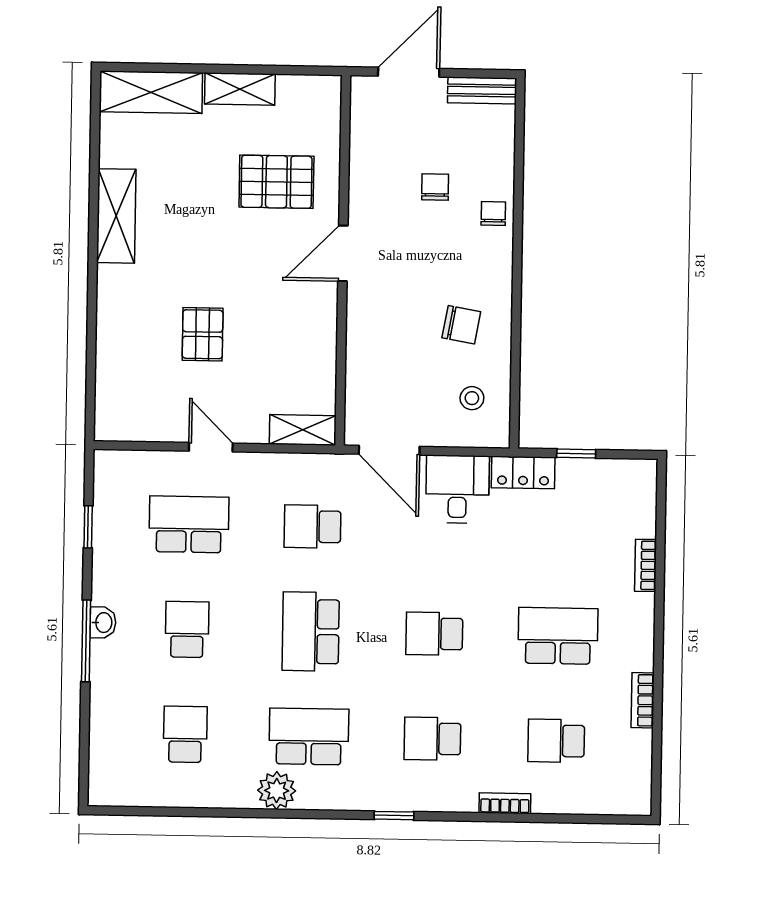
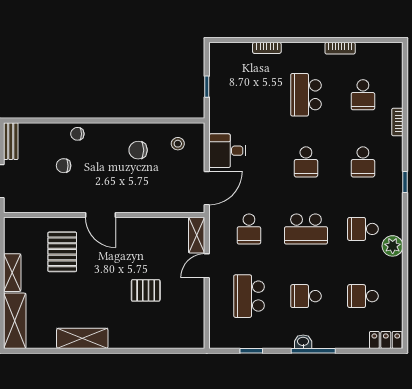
chair: (461, 325) -> (138, 150), turned -100
door: (211, 447) -> (207, 266), moved
locker: (523, 472) -> (386, 340), moved, turned -90
school desk: (309, 736) -> (363, 229), width x0.54

